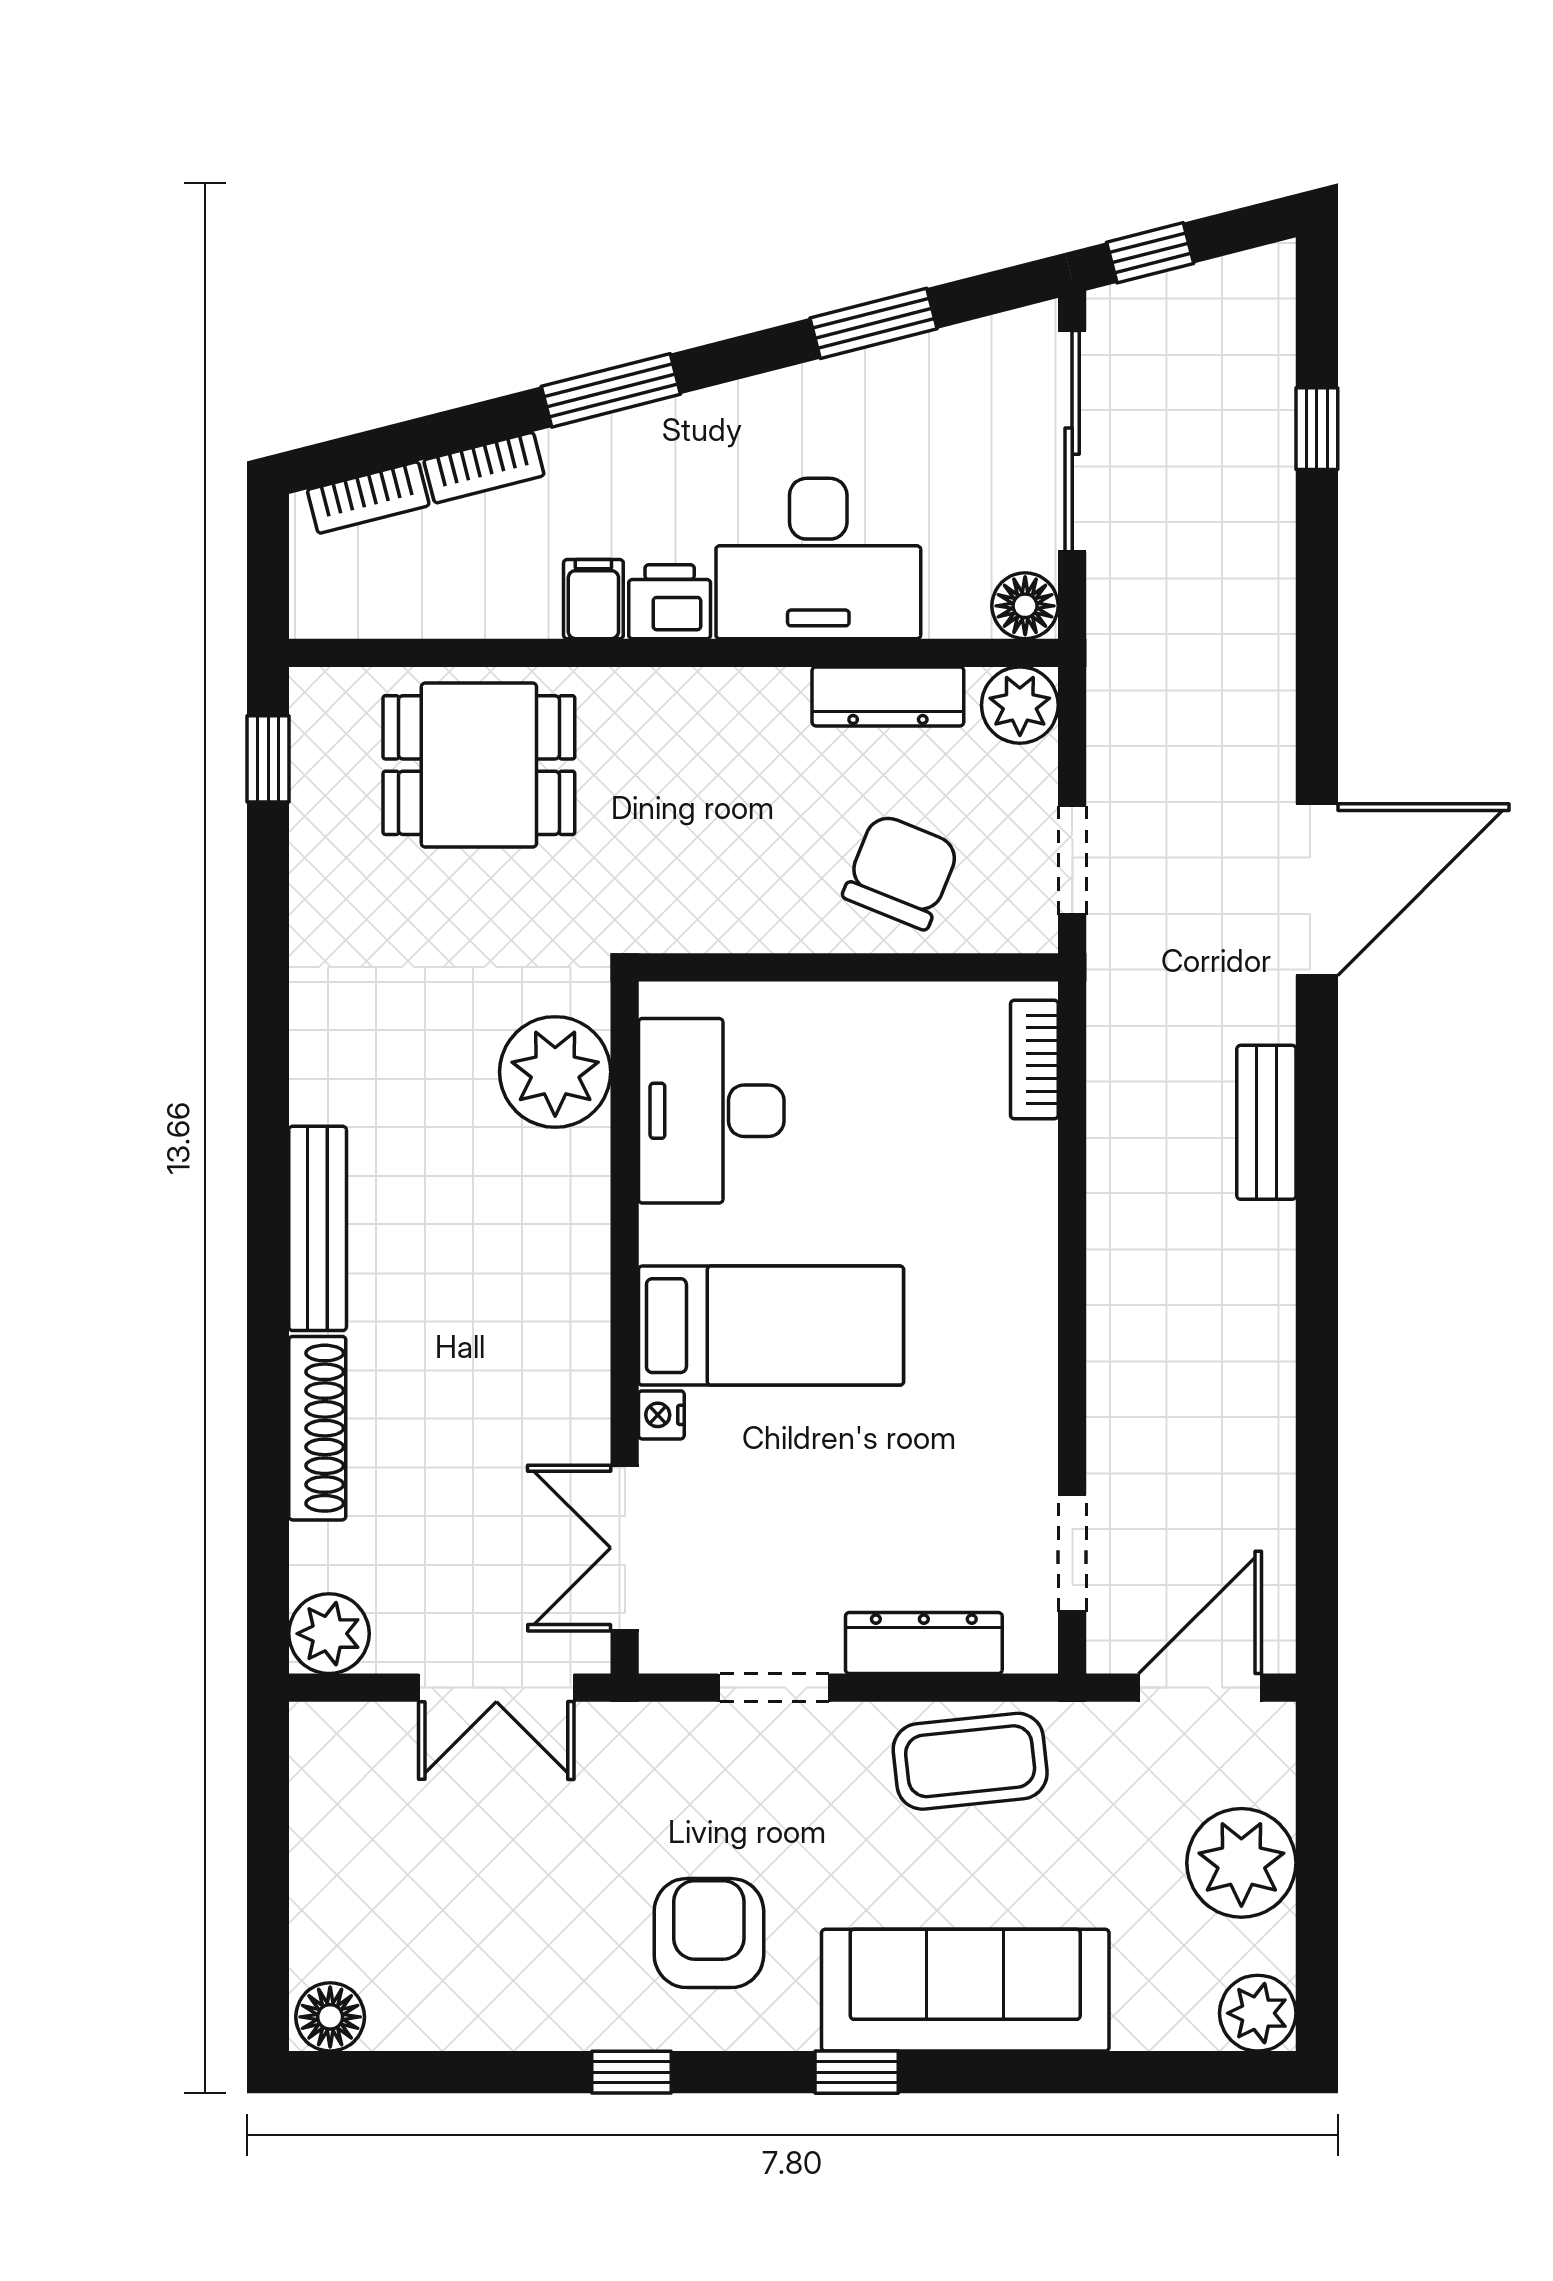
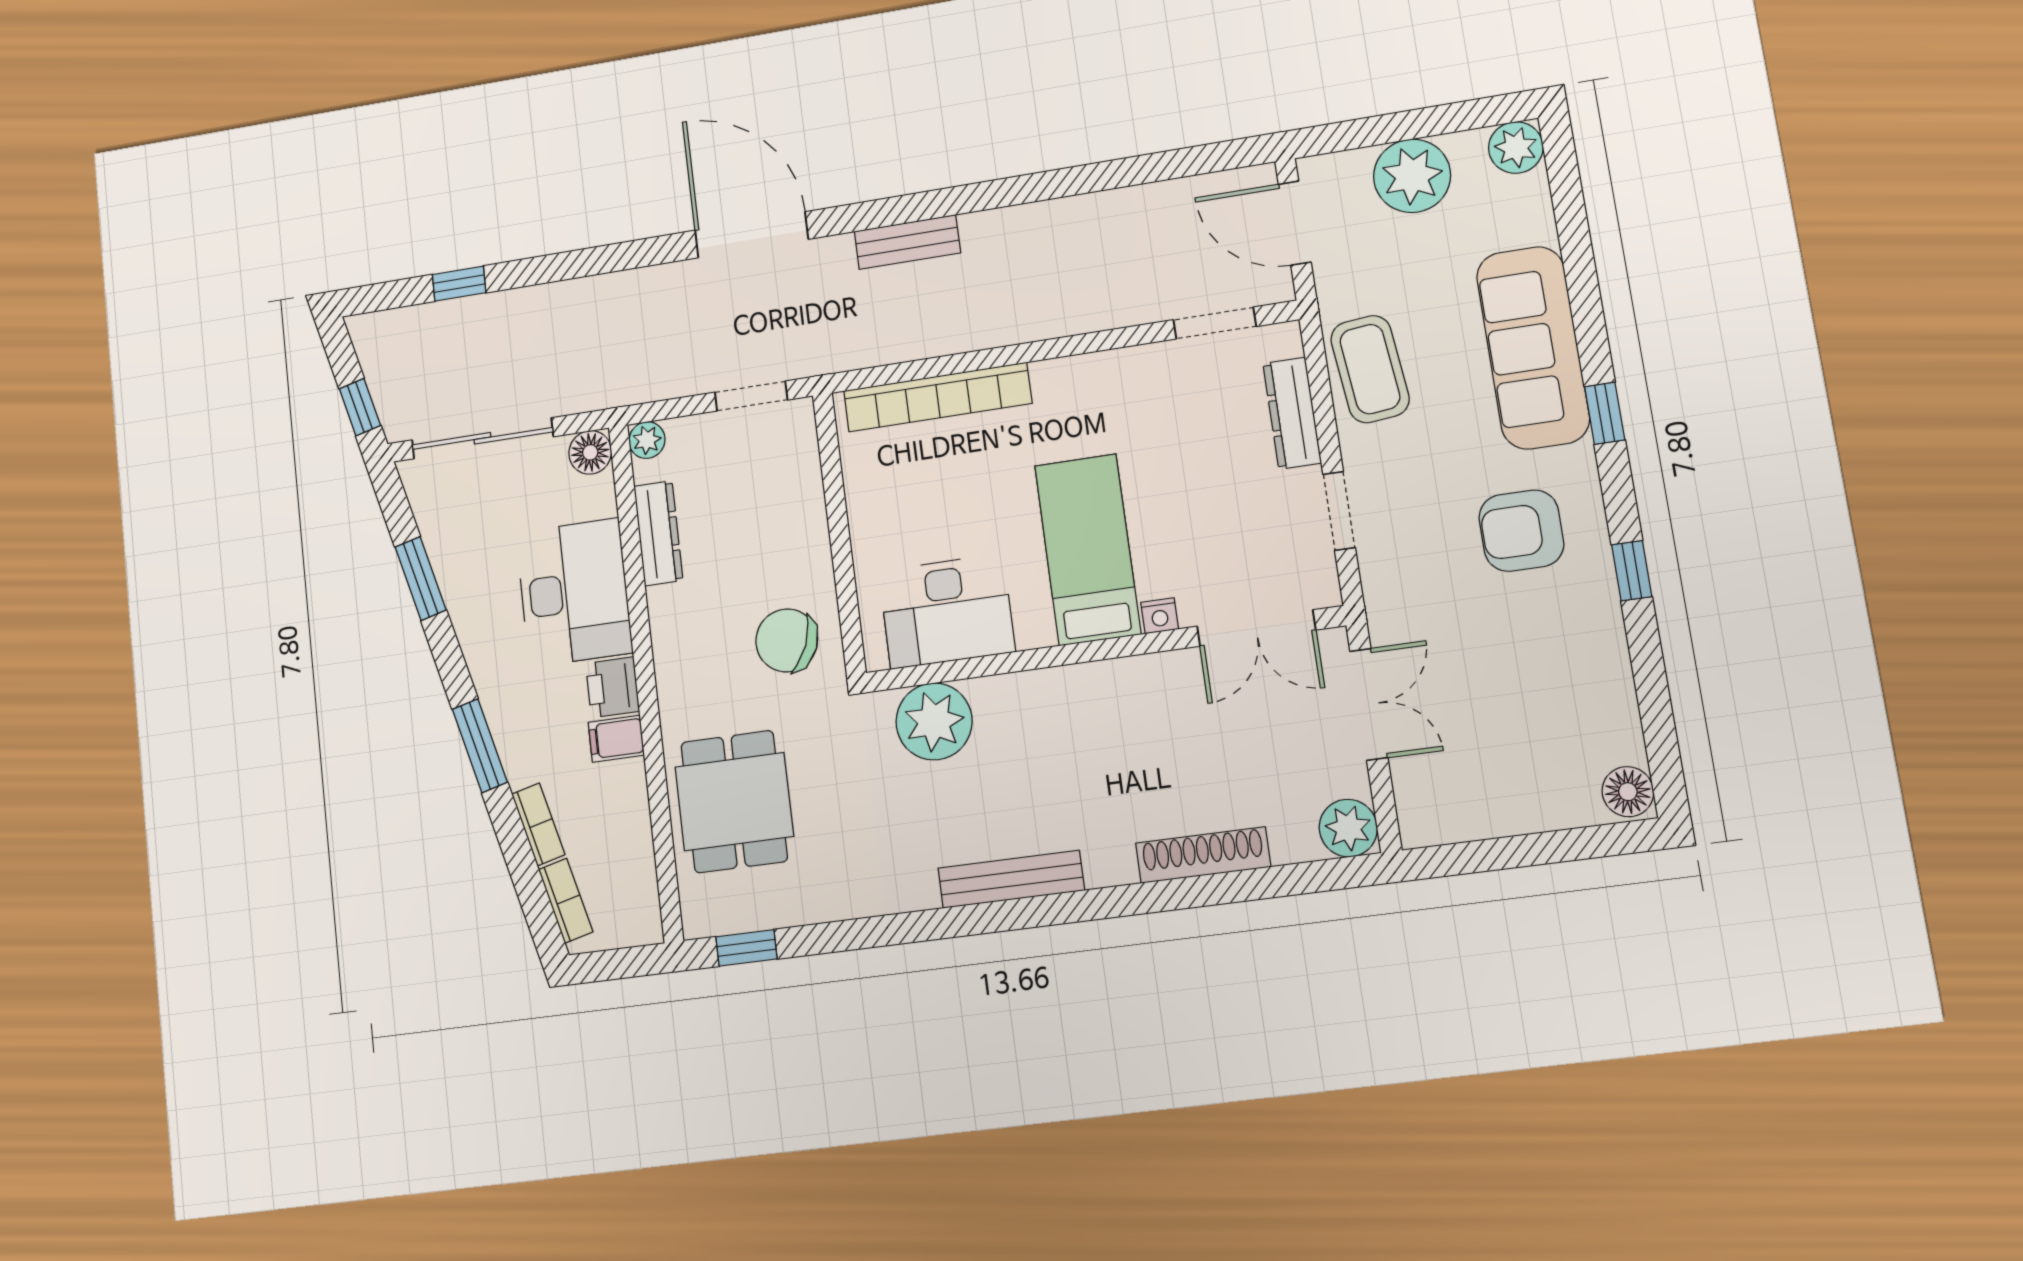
plant: (1020, 705) -> (647, 440), width x0.73, depth x0.73
chair: (901, 872) -> (787, 640), moved
bookcase: (1034, 1060) -> (937, 397), width x2.31, depth x1.31
bench: (318, 1228) -> (1011, 879), moved

